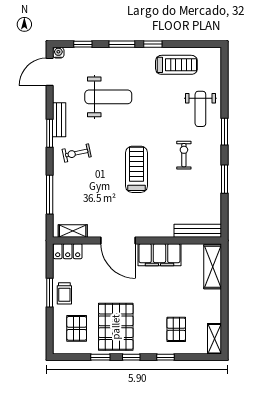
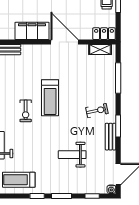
weight bench: (108, 97) -> (72, 155), width x0.73, depth x0.75
exercise bike: (184, 155) -> (26, 111), moved

